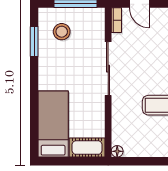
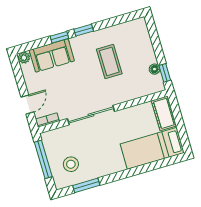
floor lamp: (117, 151) -> (154, 69), moved
window: (130, 161) -> (165, 73), added

